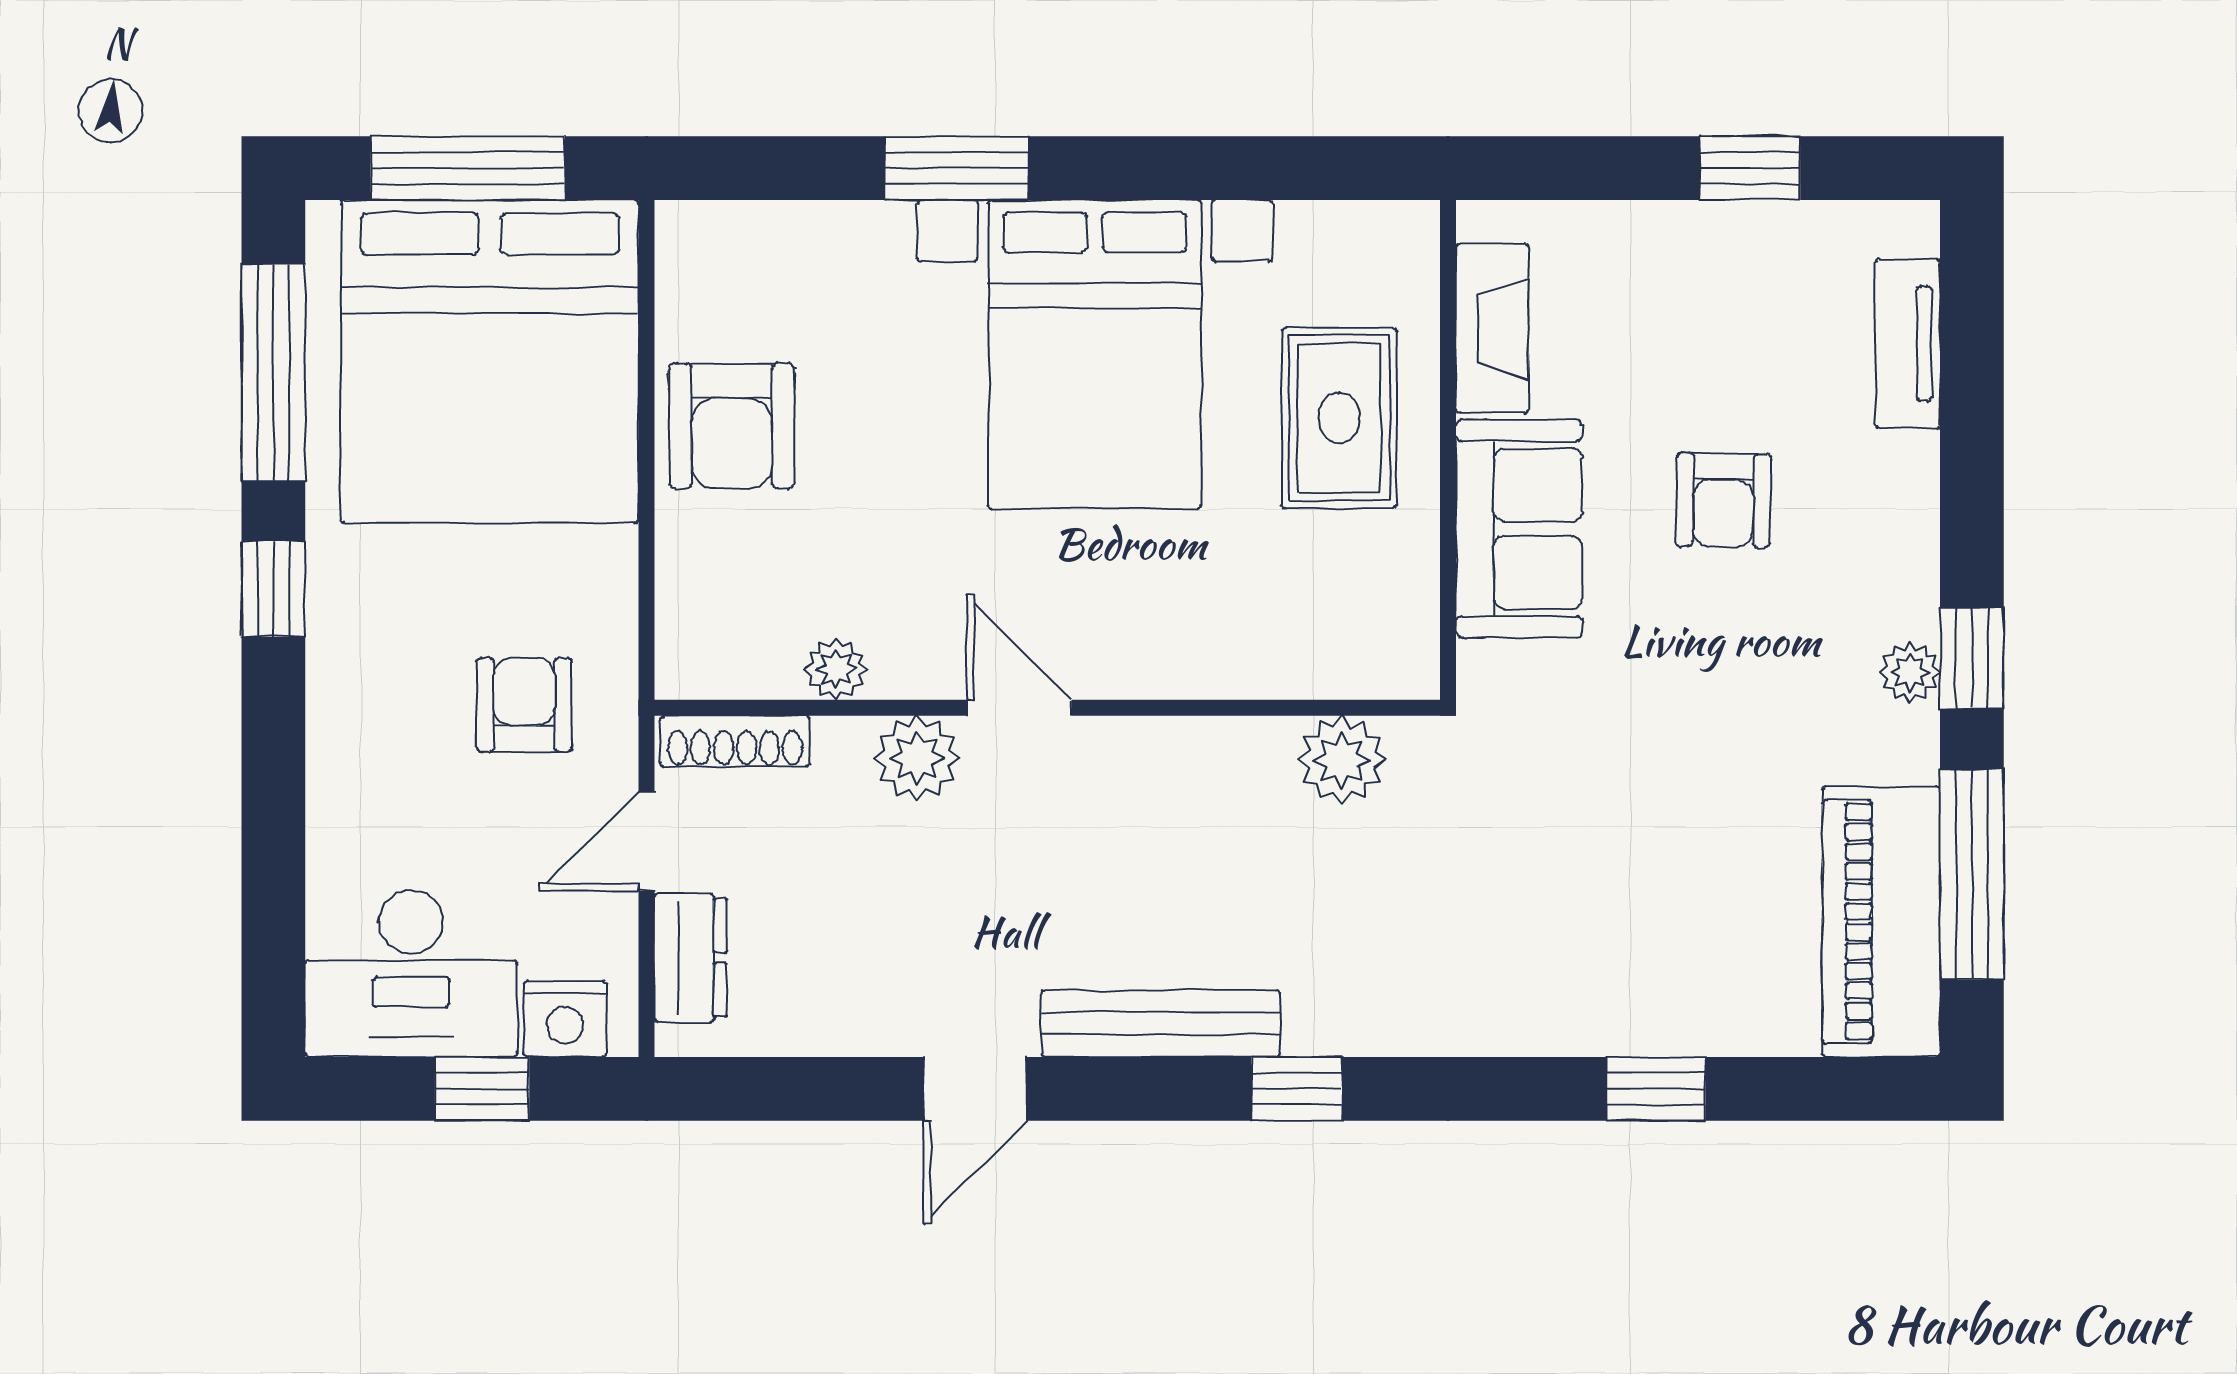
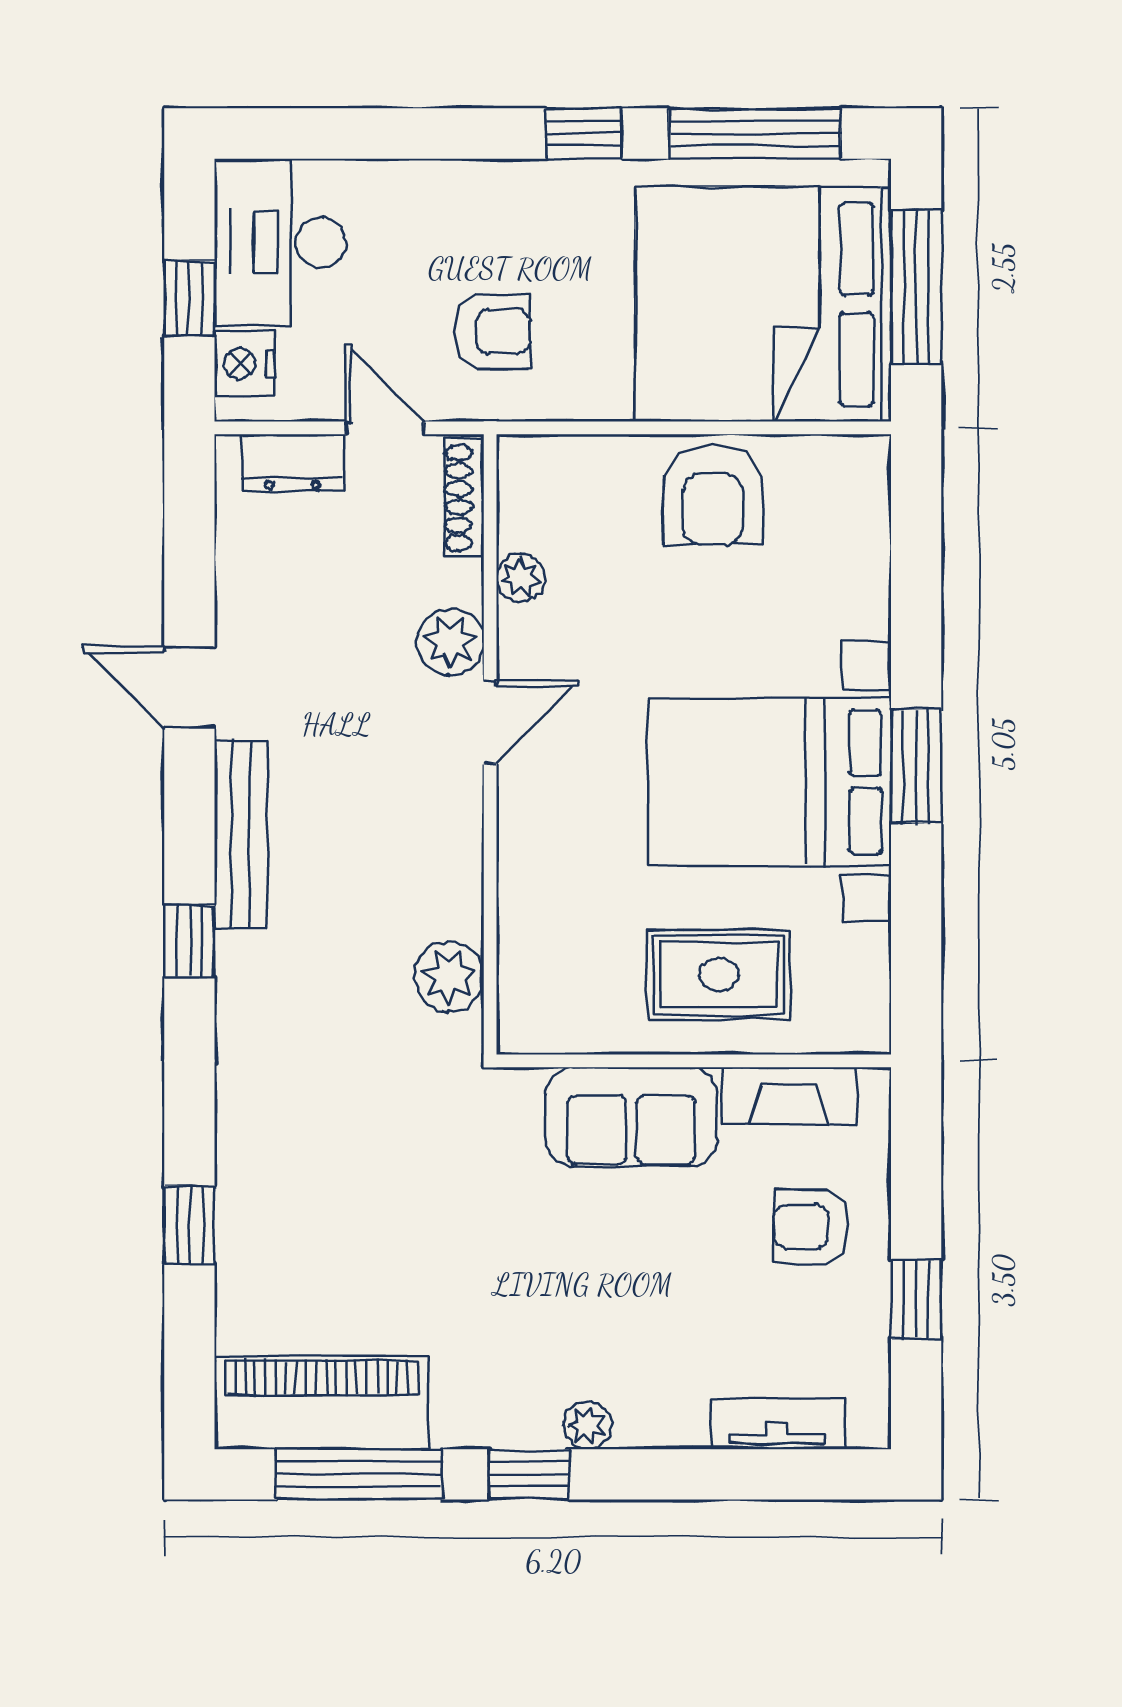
window: (957, 168) -> (916, 766), moved
armchair: (732, 426) -> (713, 495), turned -90
armchair: (1723, 500) -> (812, 1227), moved
plant: (1910, 672) -> (587, 1425), moved

